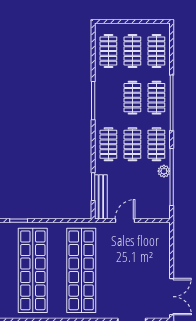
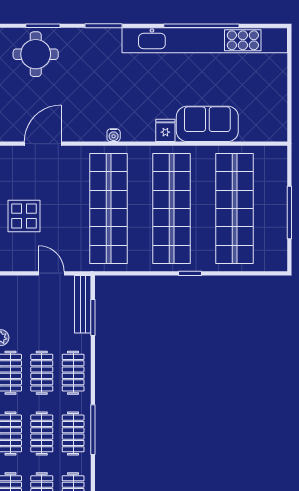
clothes rail: (108, 98) -> (73, 433), added
door: (125, 221) -> (51, 273), swing flipped
display table: (146, 265) -> (24, 216), added

